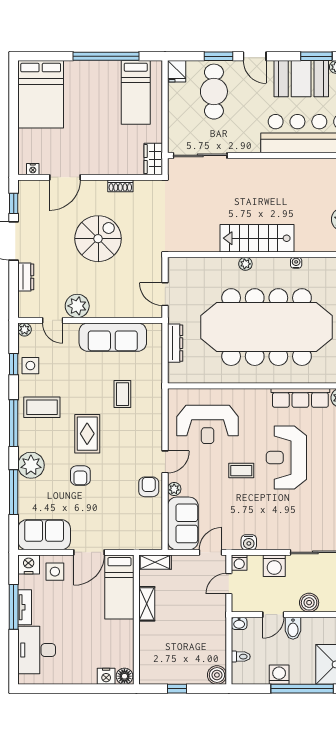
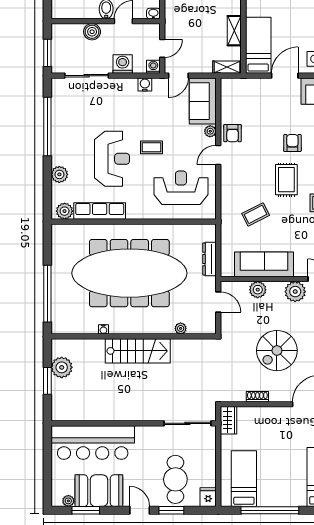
plant: (245, 264) -> (181, 328), moved
plant: (120, 308) -> (258, 290), added
coffee table: (122, 394) -> (256, 214), turned 63

